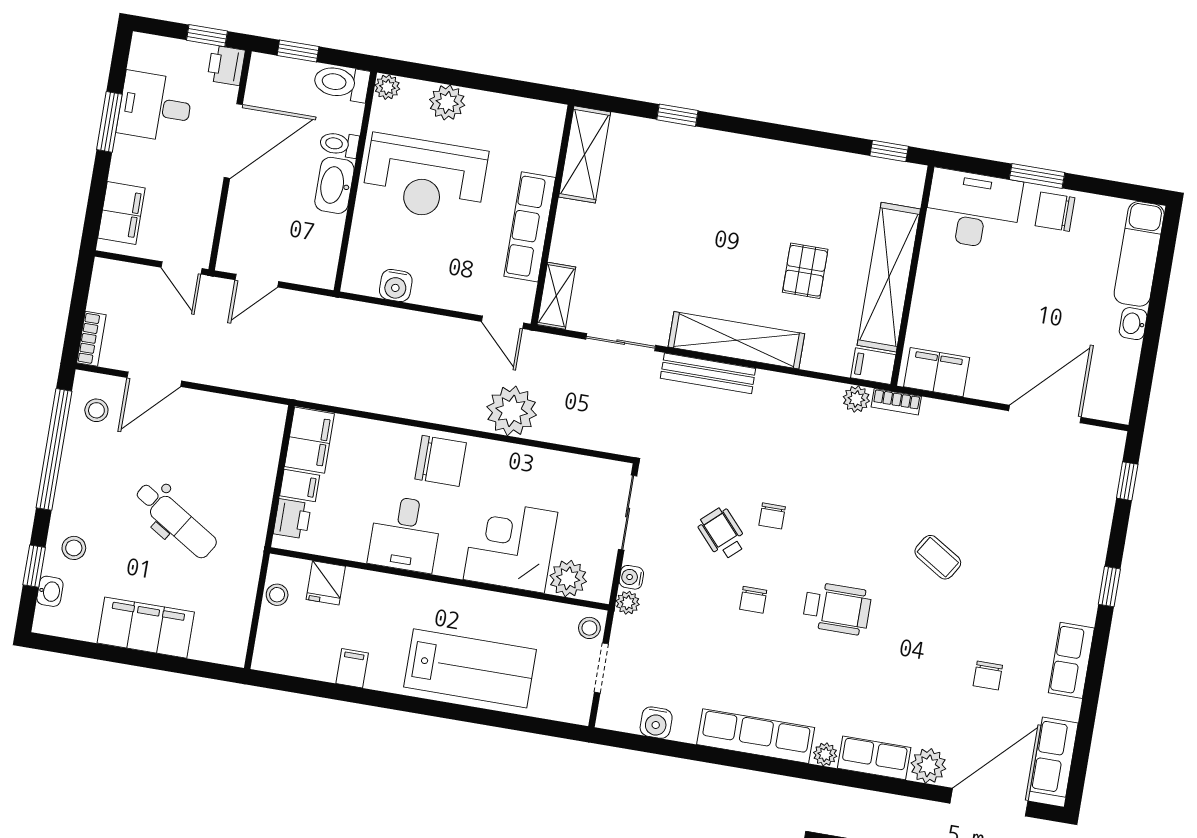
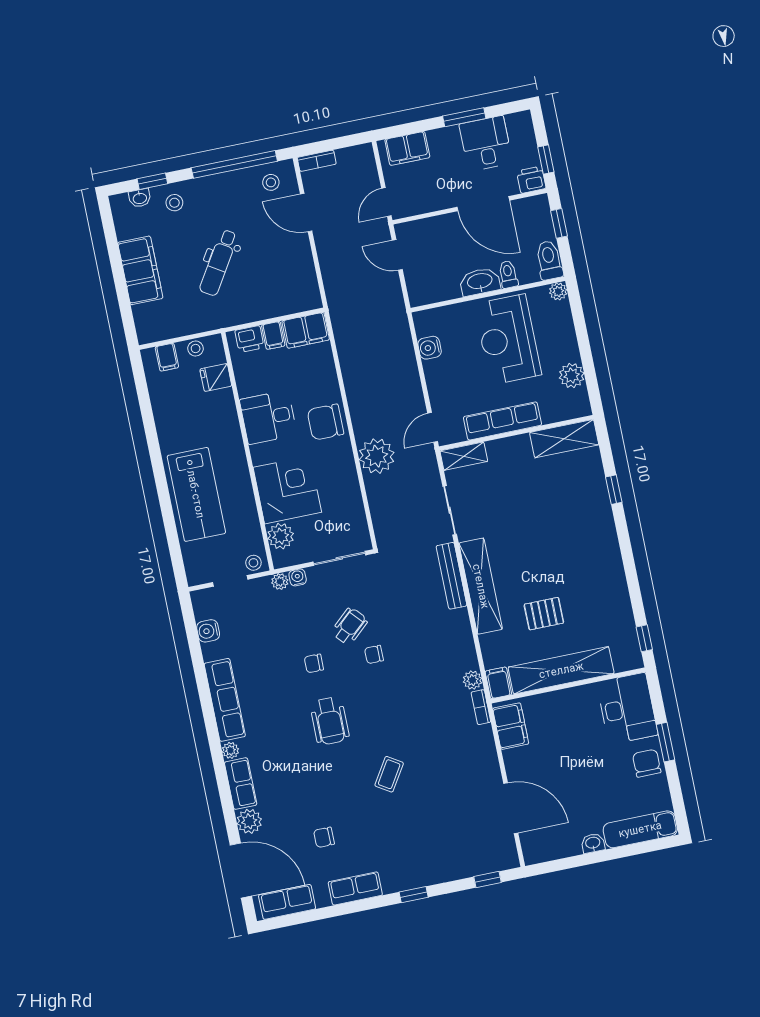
plant: (447, 102) -> (572, 376), moved
chair: (441, 461) -> (325, 422), turned 90
filing cabinet: (352, 668) -> (167, 357), moved, turned 90

